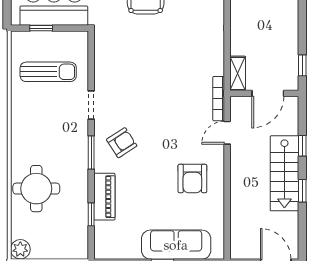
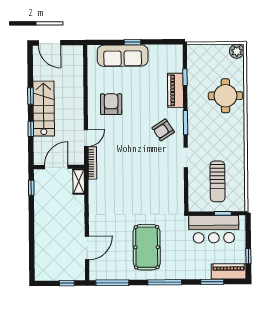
sun lounger: (48, 72) -> (217, 181), turned -90

